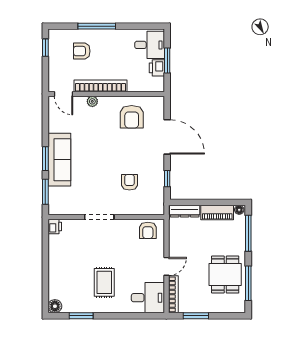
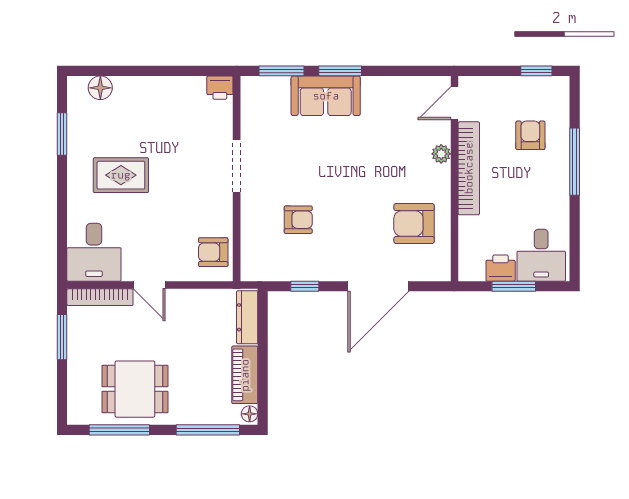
sofa: (59, 160) -> (326, 96), width x0.73
floor lamp: (55, 306) -> (100, 88), moved

